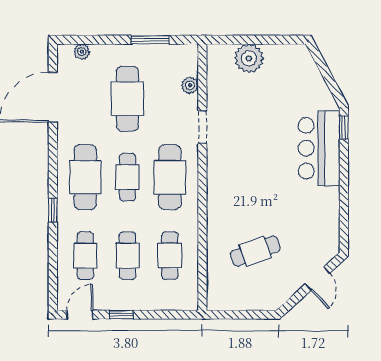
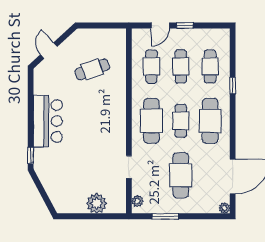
plant: (82, 52) -> (224, 208), moved
plant: (190, 85) -> (137, 201), moved
doorway: (202, 127) -> (129, 167), moved
bar counter: (319, 148) -> (48, 121), moved
window: (53, 210) -> (233, 86), moved
door: (80, 315) -> (160, 25), moved

